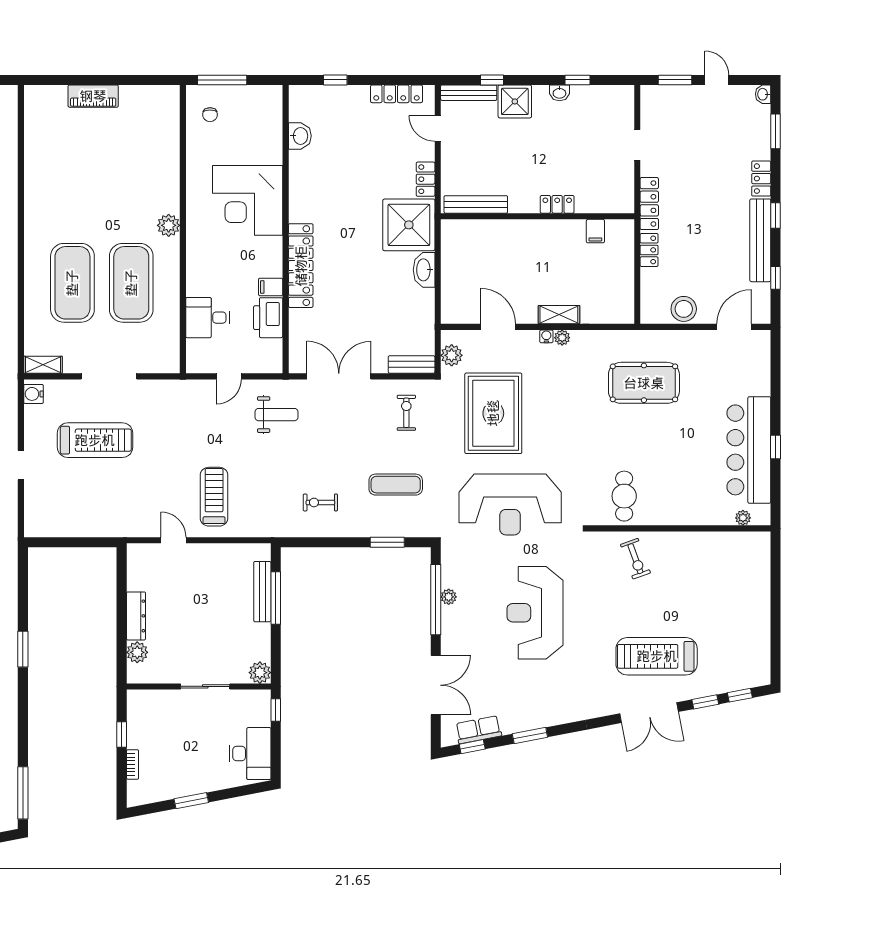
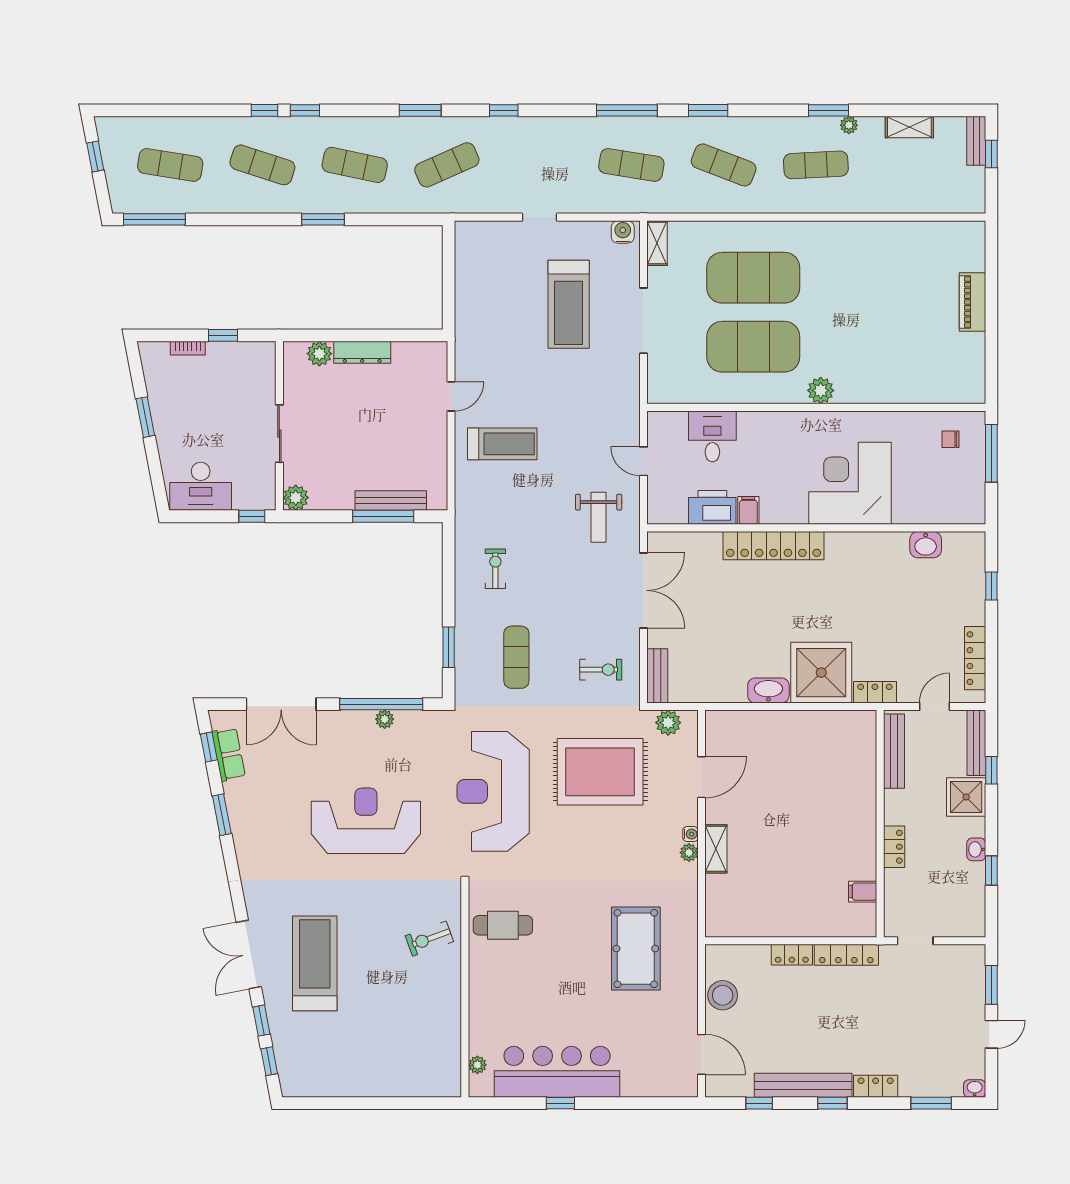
bench: (476, 204) -> (894, 751), moved
locker: (557, 204) -> (894, 847), moved
wall: (537, 216) -> (880, 824), moved
filing cabinet: (595, 231) -> (863, 892), moved

